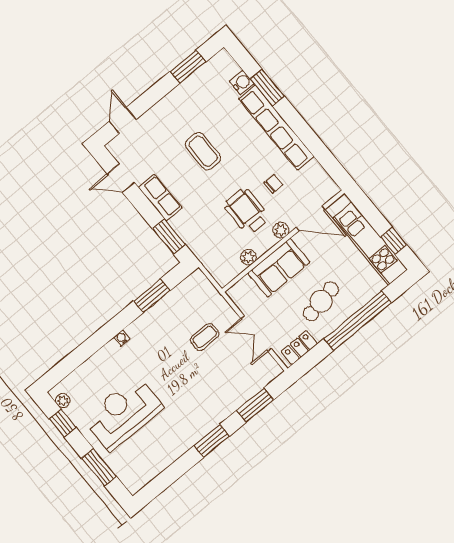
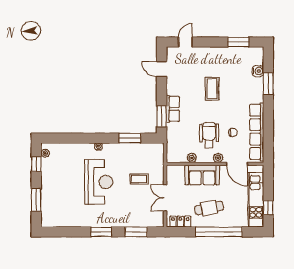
row of seats: (276, 128) -> (257, 132), moved
row of seats: (160, 198) -> (173, 109), moved
reception desk: (123, 413) -> (99, 182), moved, turned 90

